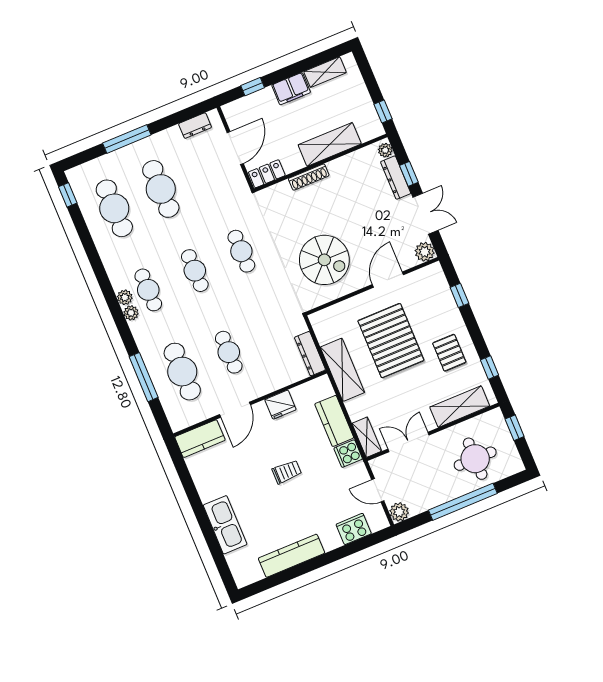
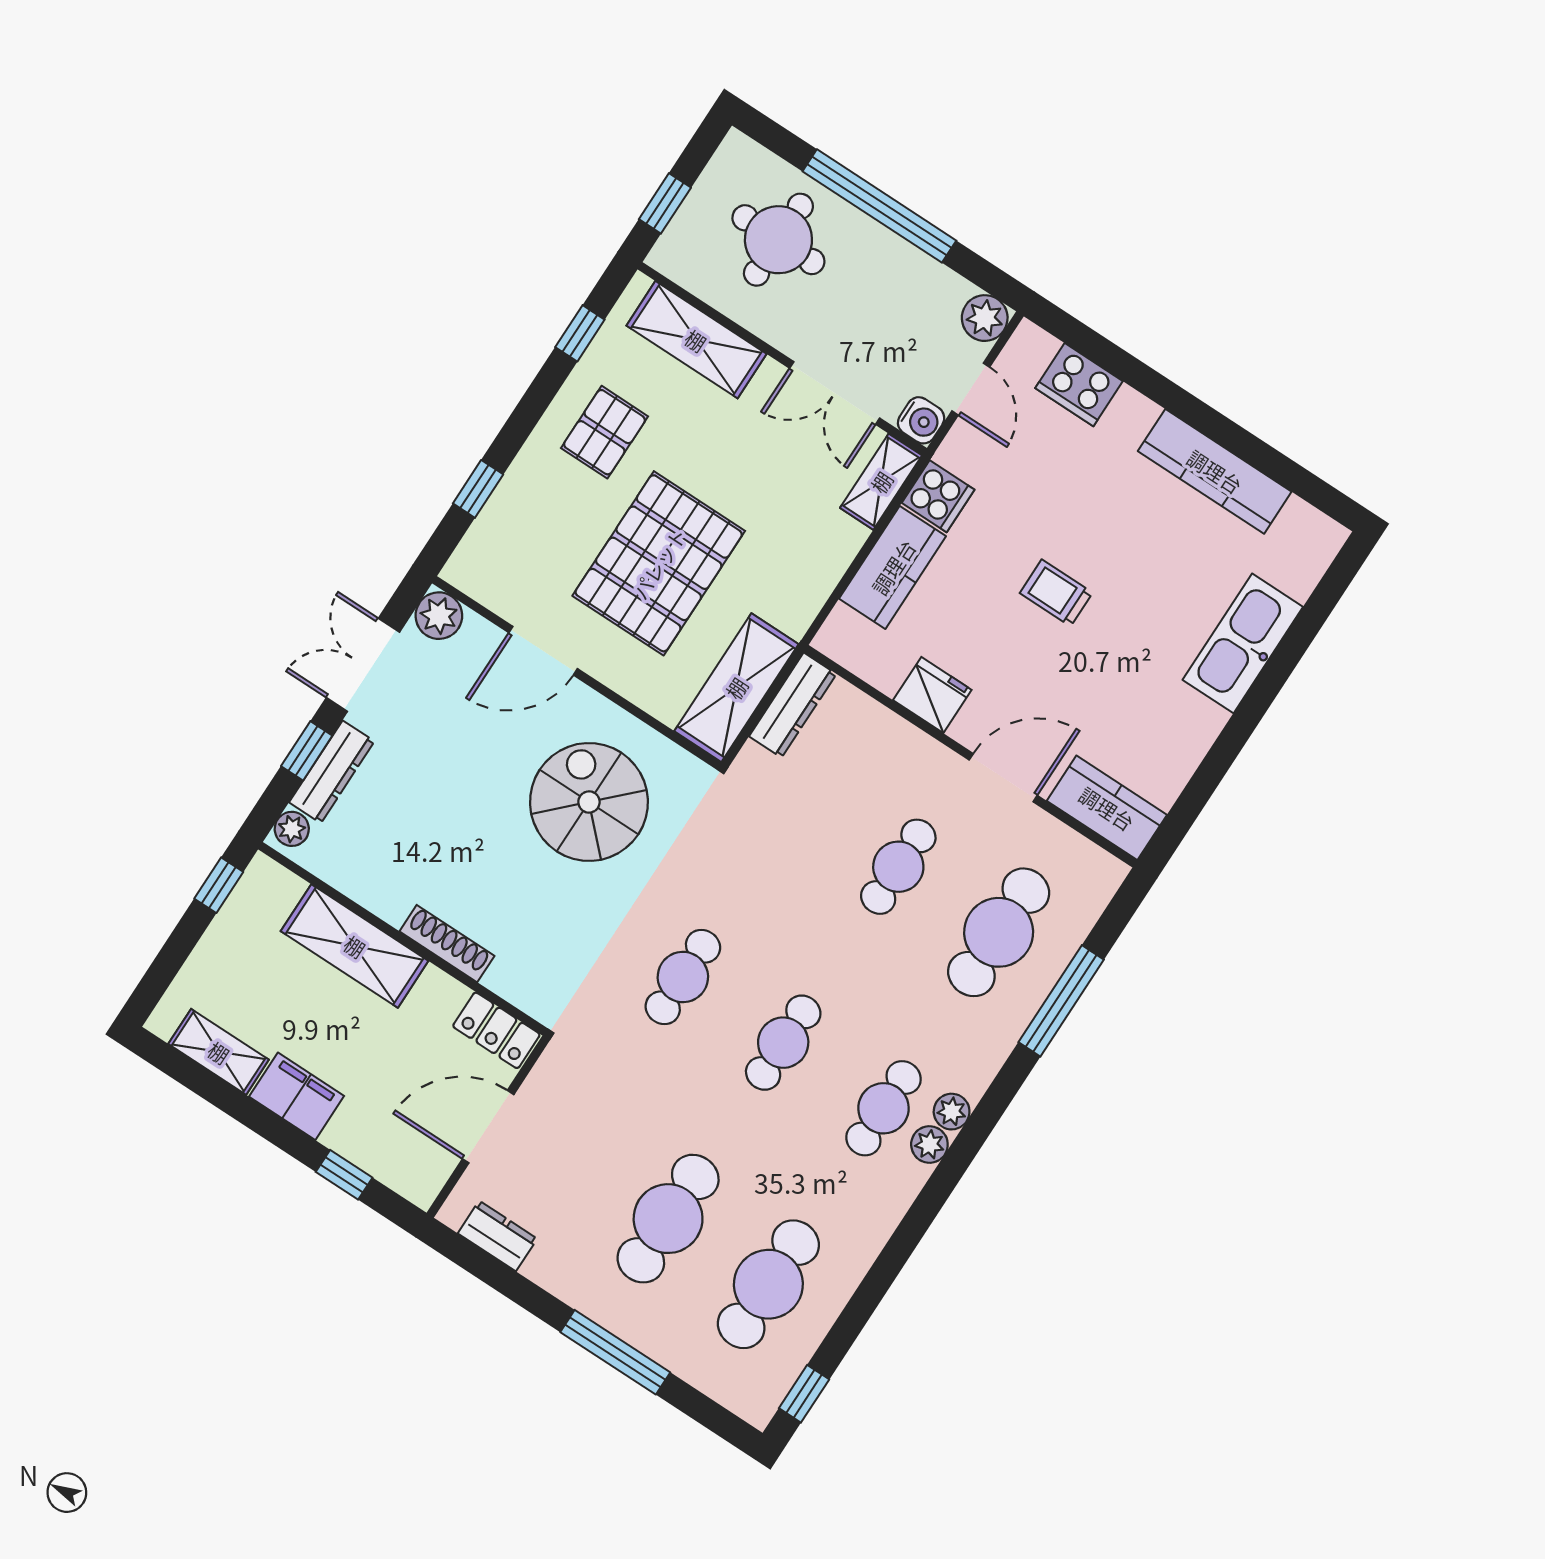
shelving: (342, 370) -> (736, 688), moved
water cooler: (379, 466) -> (921, 420), added

